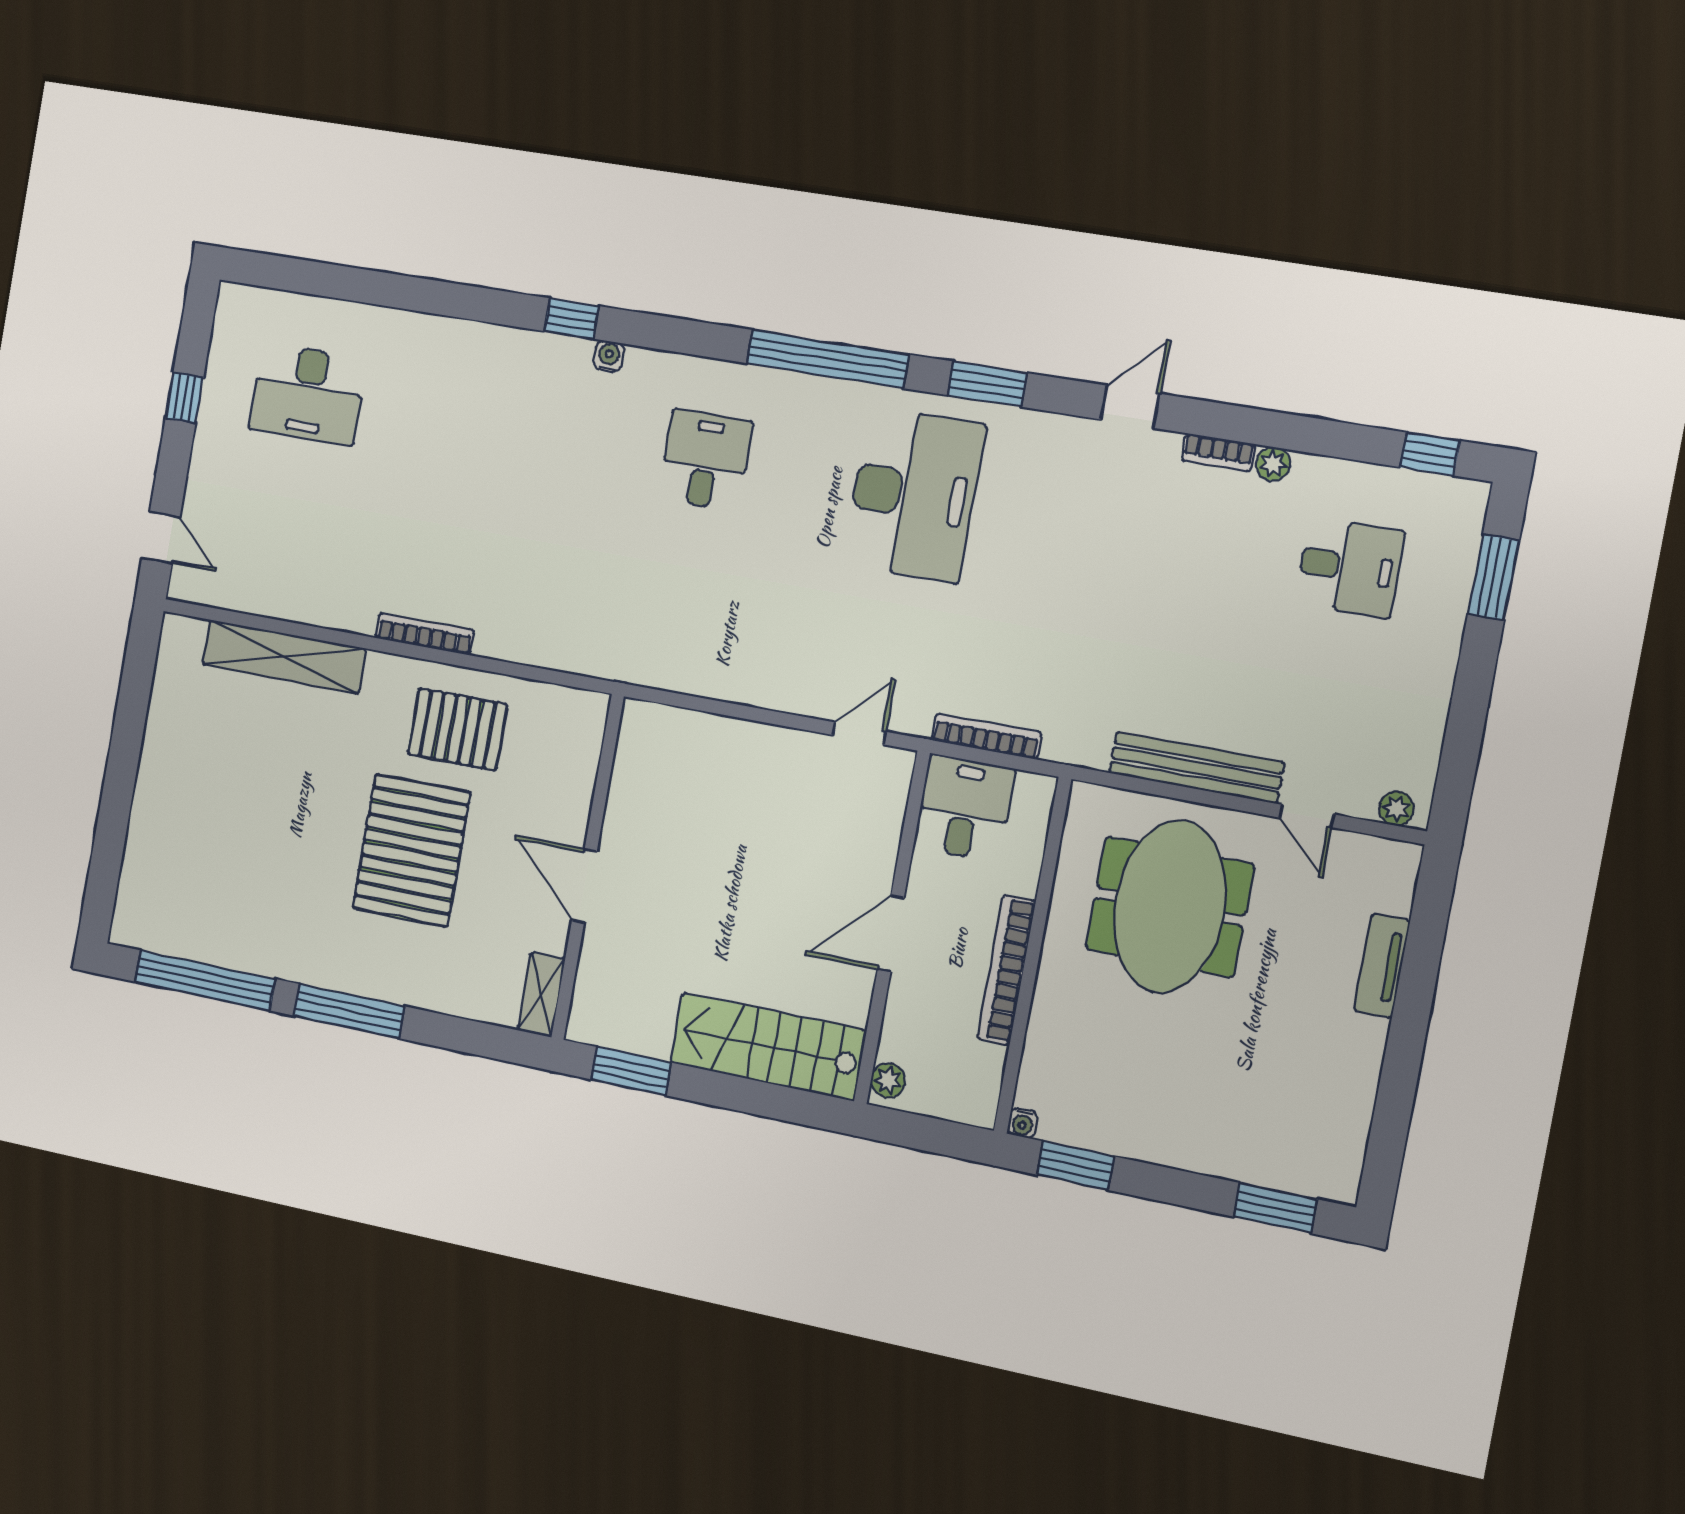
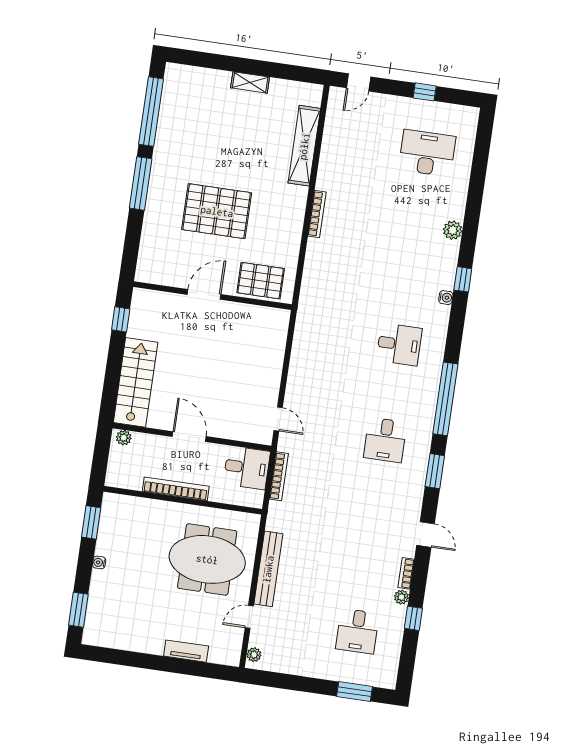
plant: (468, 340) -> (453, 230), added
desk: (308, 394) -> (427, 153), turned 90
window: (1430, 454) -> (413, 618), moved
desk: (914, 495) -> (385, 440), width x0.53, depth x0.77
pallet: (457, 729) -> (261, 281), moved, turned 90
shelving: (541, 995) -> (250, 82), moved
window: (631, 1071) -> (121, 319), width x0.67
water cooler: (1023, 1123) -> (99, 562), moved

